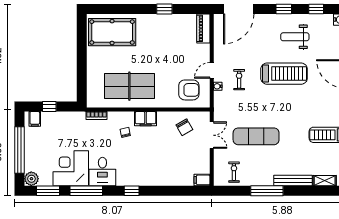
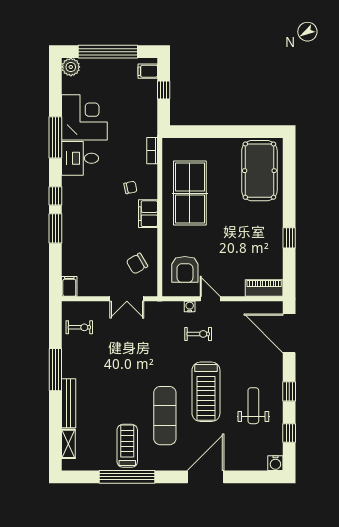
exercise mat: (256, 136) -> (165, 416), moved
window: (48, 191) -> (55, 228), moved

